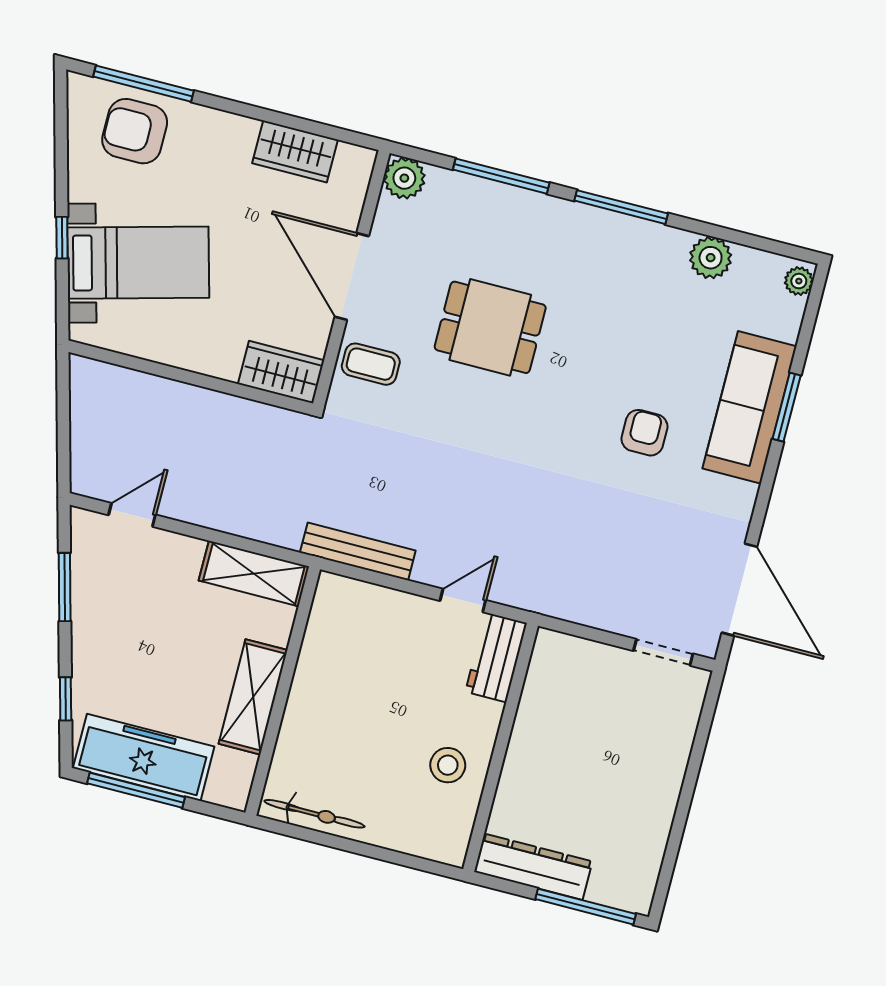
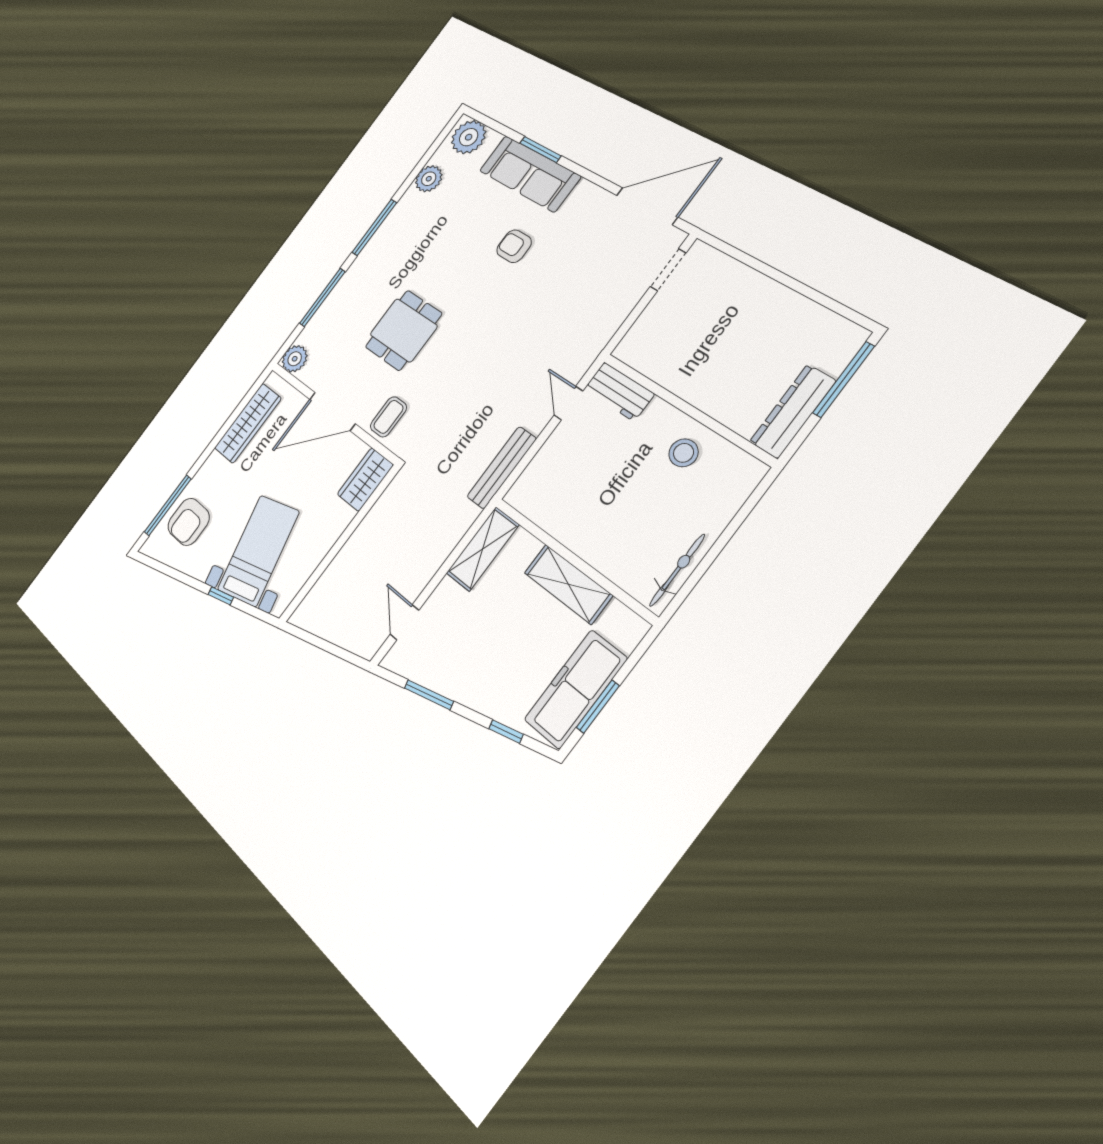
wardrobe: (295, 152) -> (248, 423), width x1.50
plant: (799, 281) -> (469, 137), width x1.88, depth x1.88
window: (136, 790) -> (598, 707), width x0.69

